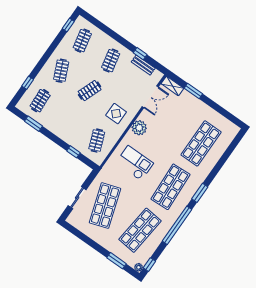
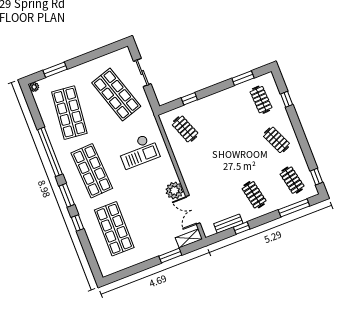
window: (101, 26) -> (294, 208), added
clothes rail: (90, 91) -> (239, 155), removed
display table: (116, 114) -> (199, 165), removed
plant: (139, 128) -> (174, 191), moved
window: (149, 265) -> (77, 223), moved

